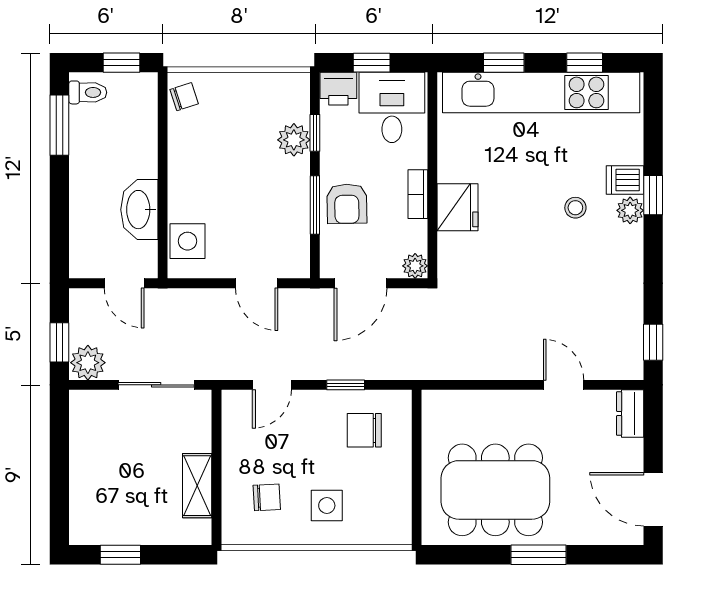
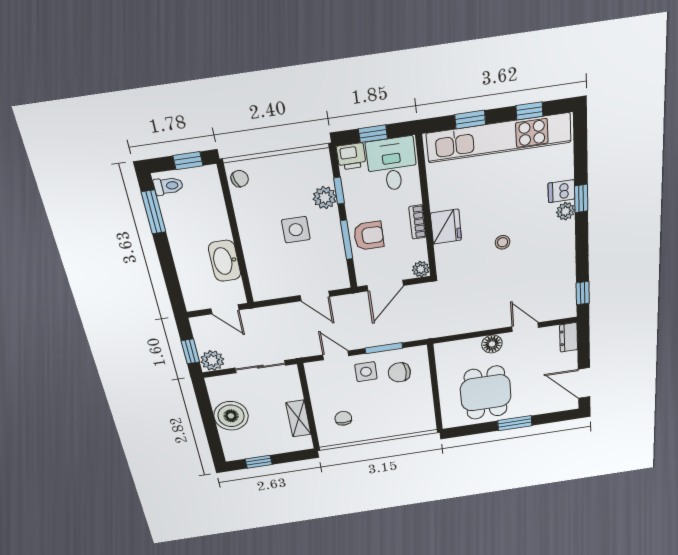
armchair: (347, 204) -> (369, 236), turned -89
stool: (575, 208) -> (503, 242), moved
side table: (187, 241) -> (296, 230), moved
door: (272, 385) -> (336, 355), swing flipped
window: (346, 385) -> (384, 348), width x1.50
floor lamp: (511, 405) -> (492, 344), added
boiler: (95, 462) -> (231, 416), added
dining table: (495, 490) -> (486, 393), width x0.73
chair: (267, 497) -> (343, 418), turned -87
side table: (327, 506) -> (366, 372), moved

